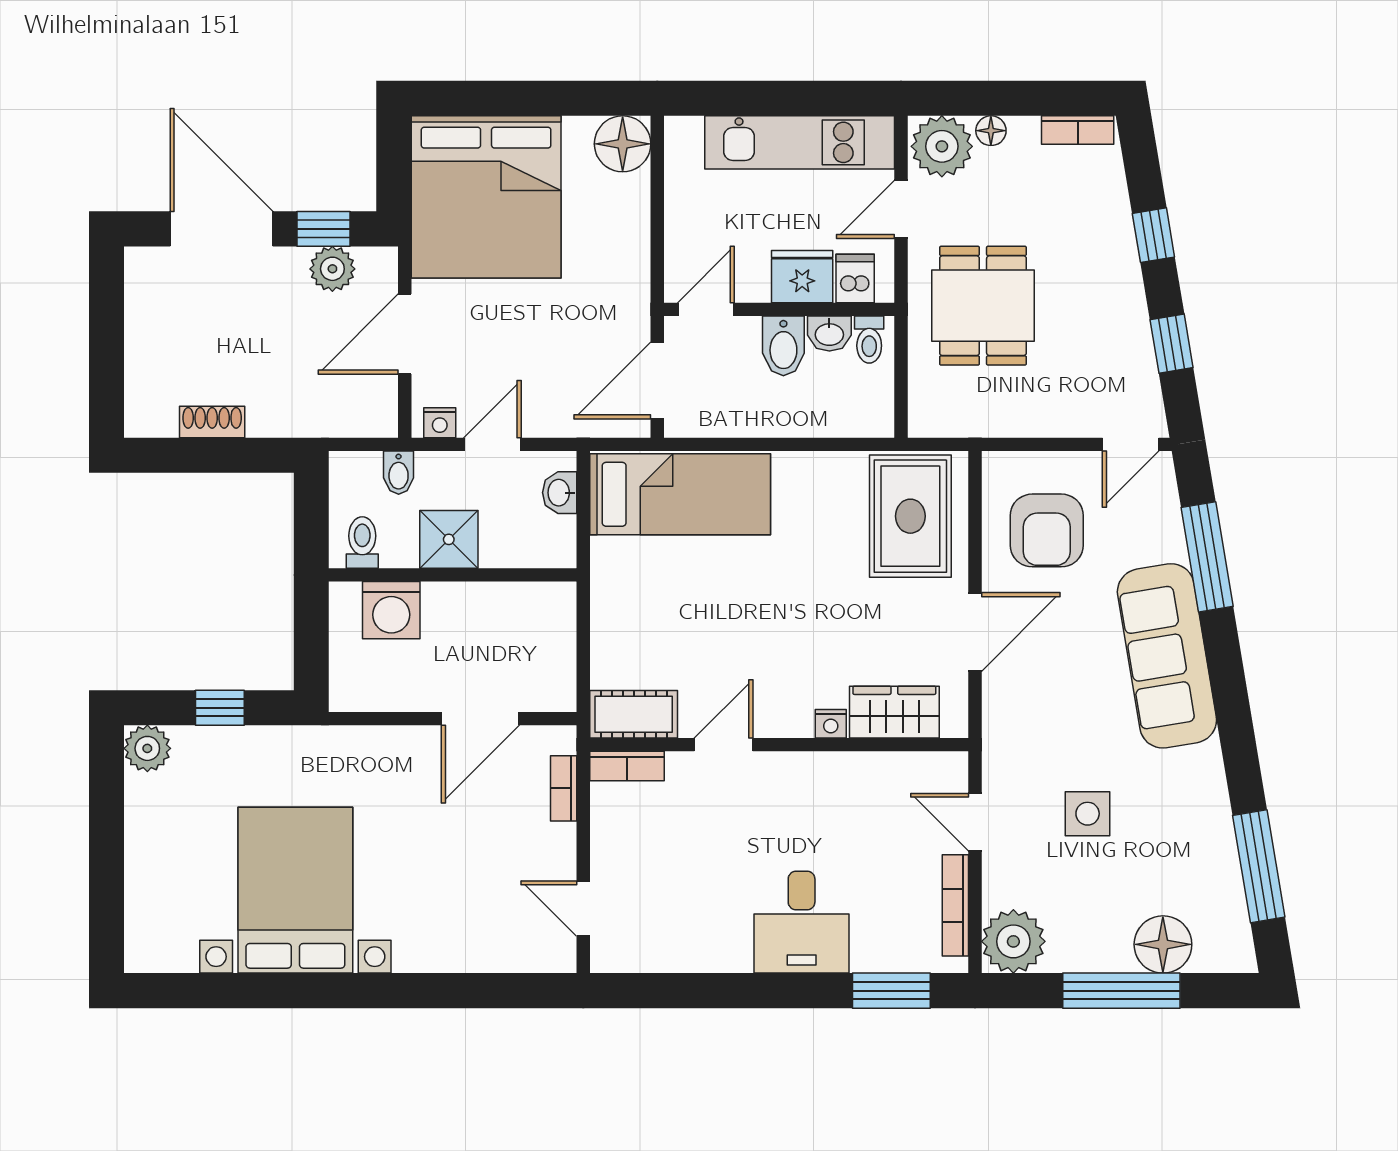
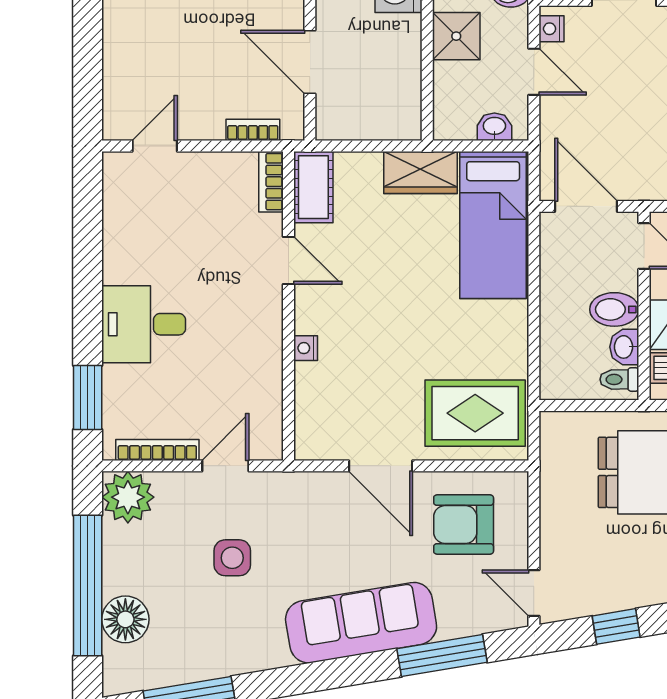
wardrobe: (894, 712) -> (420, 173), moved, turned 90
window: (1121, 991) -> (88, 585), width x1.46

